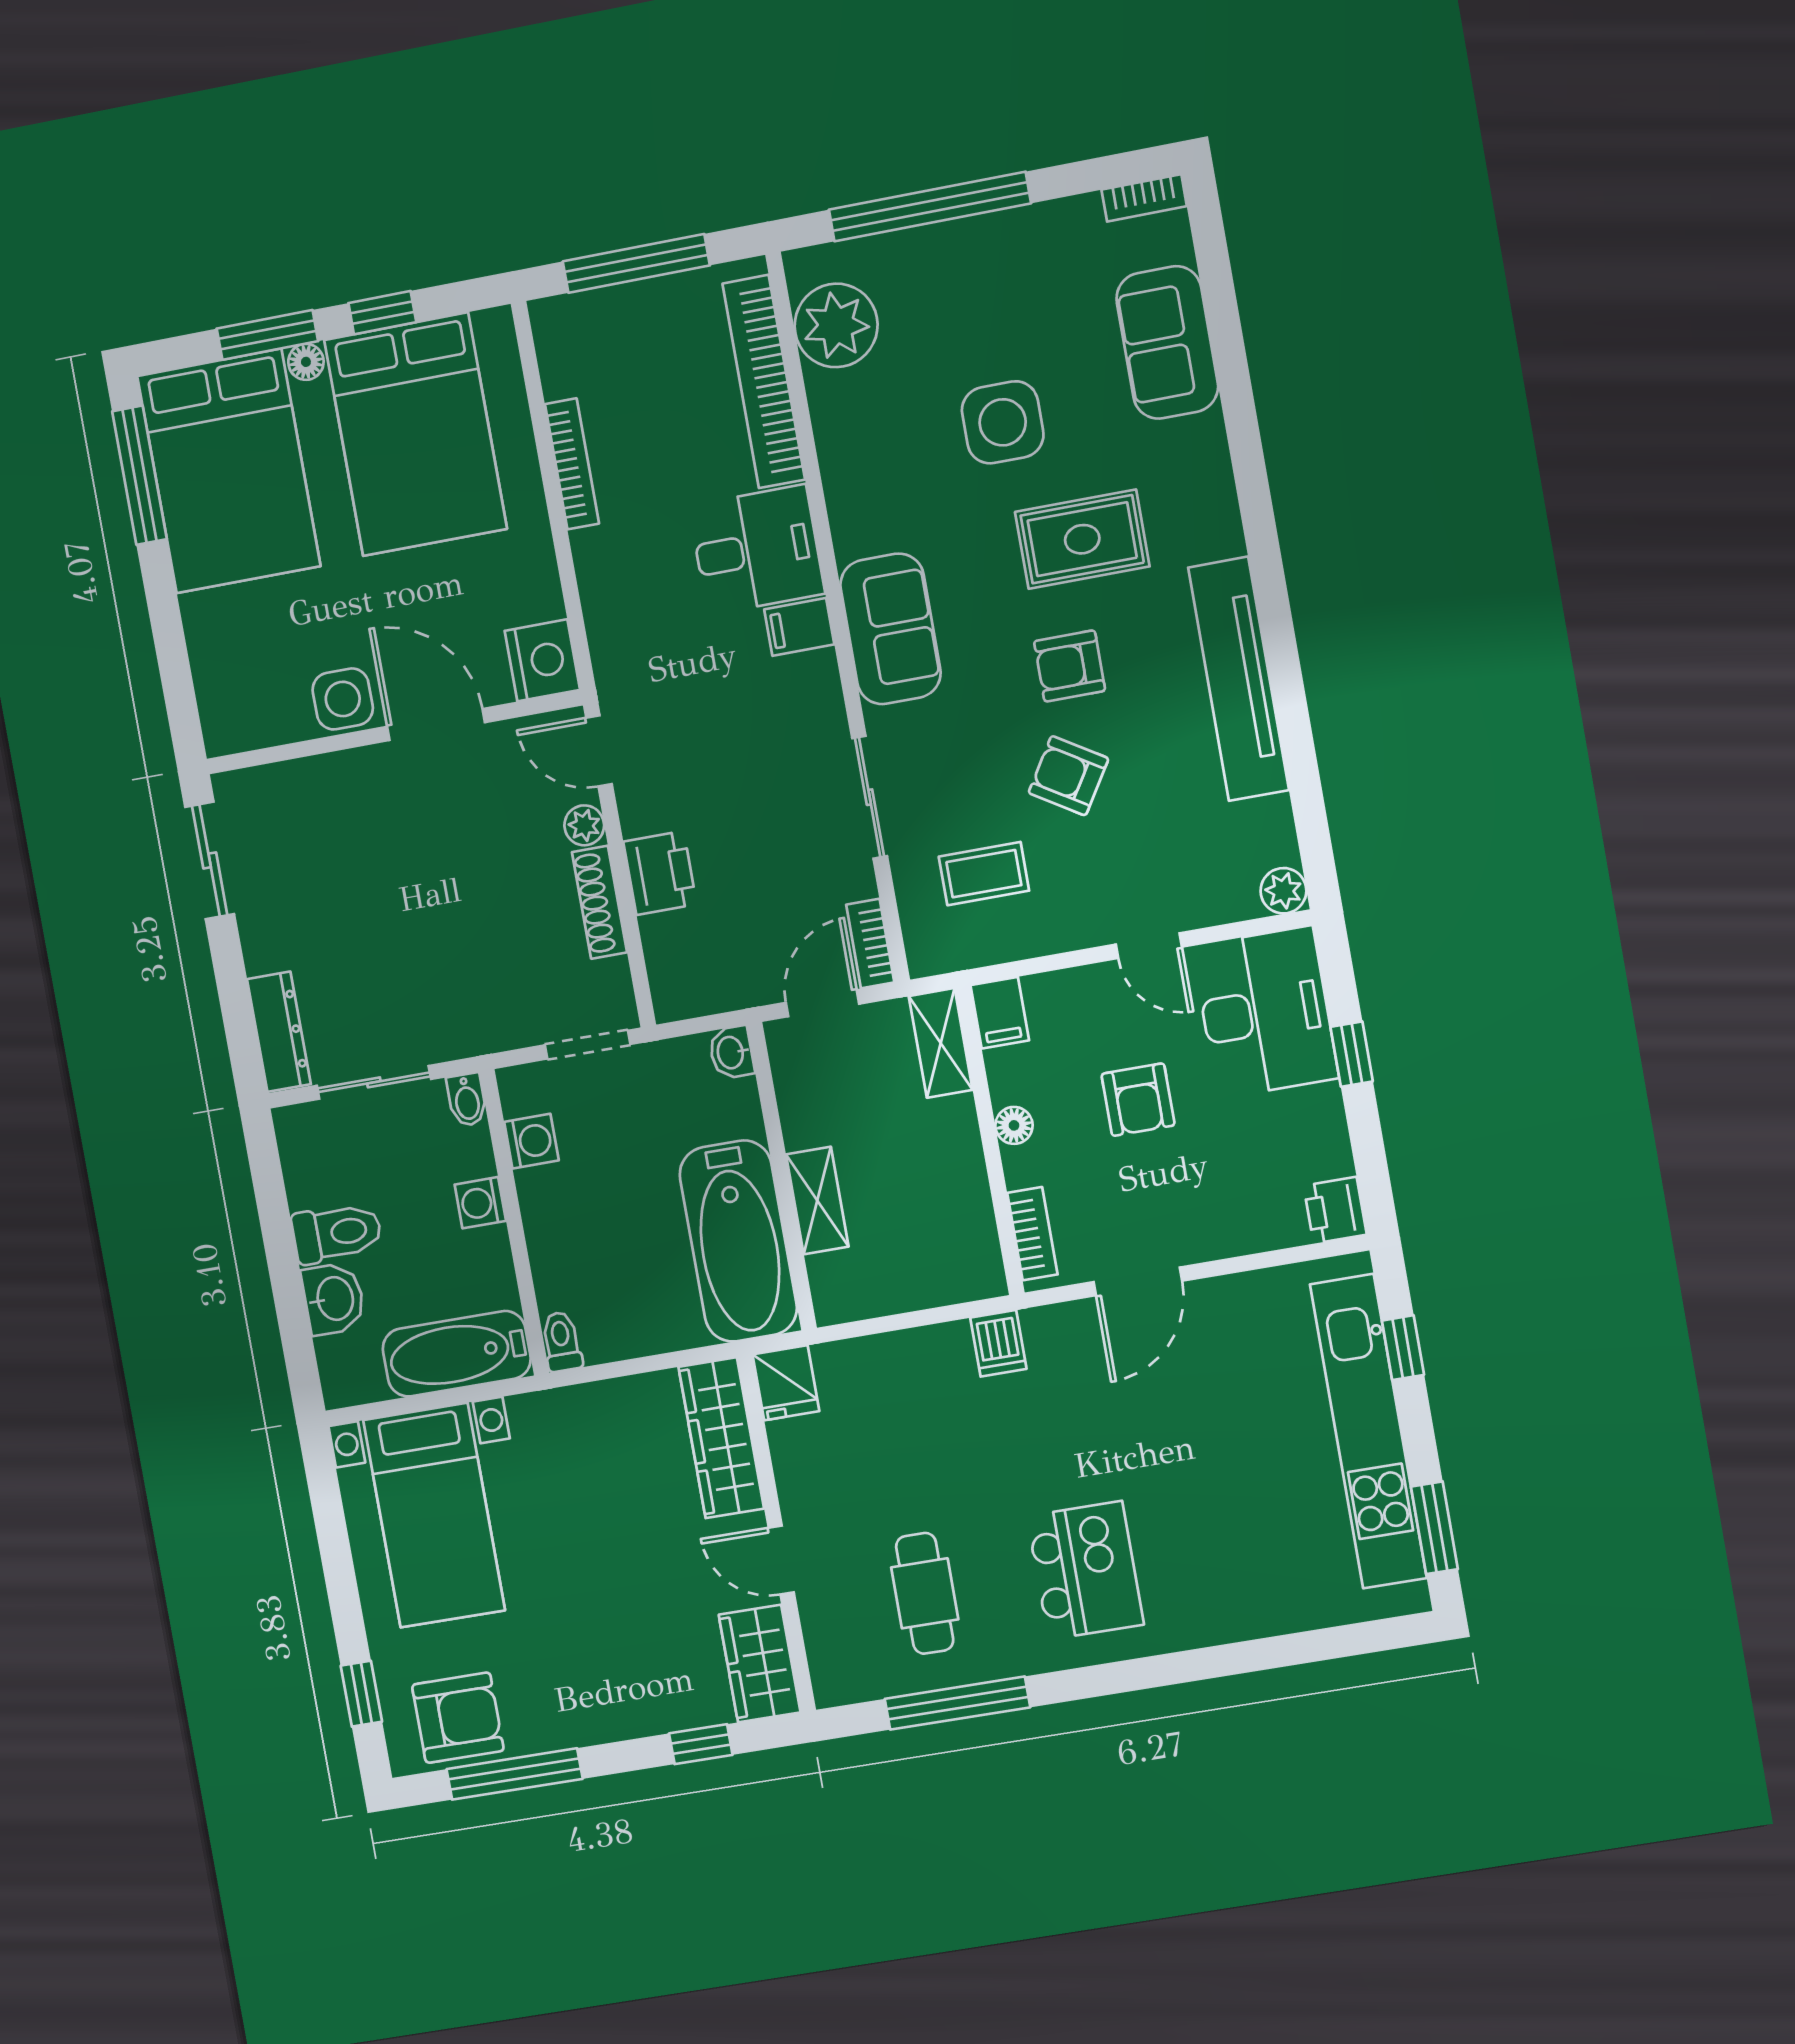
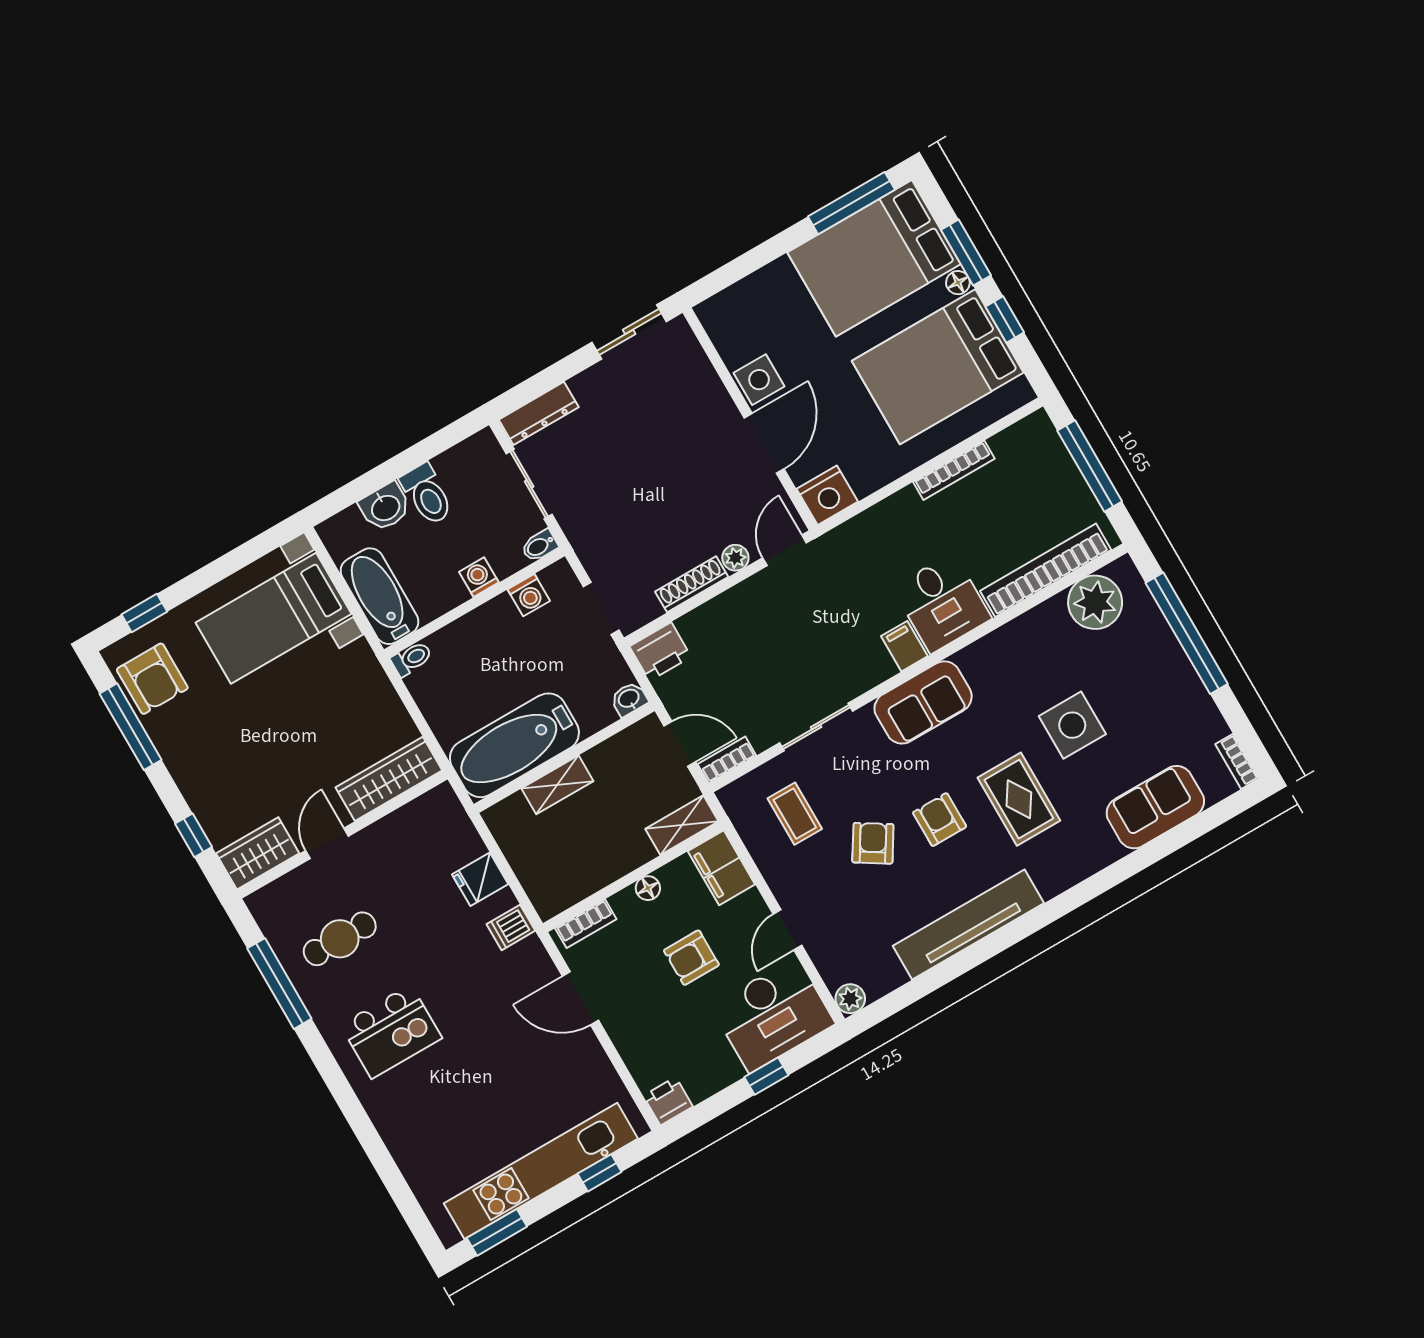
printer: (660, 873) -> (660, 652), moved
filing cabinet: (1000, 1013) -> (721, 868), width x2.00
fridge: (786, 1383) -> (480, 879), moved

